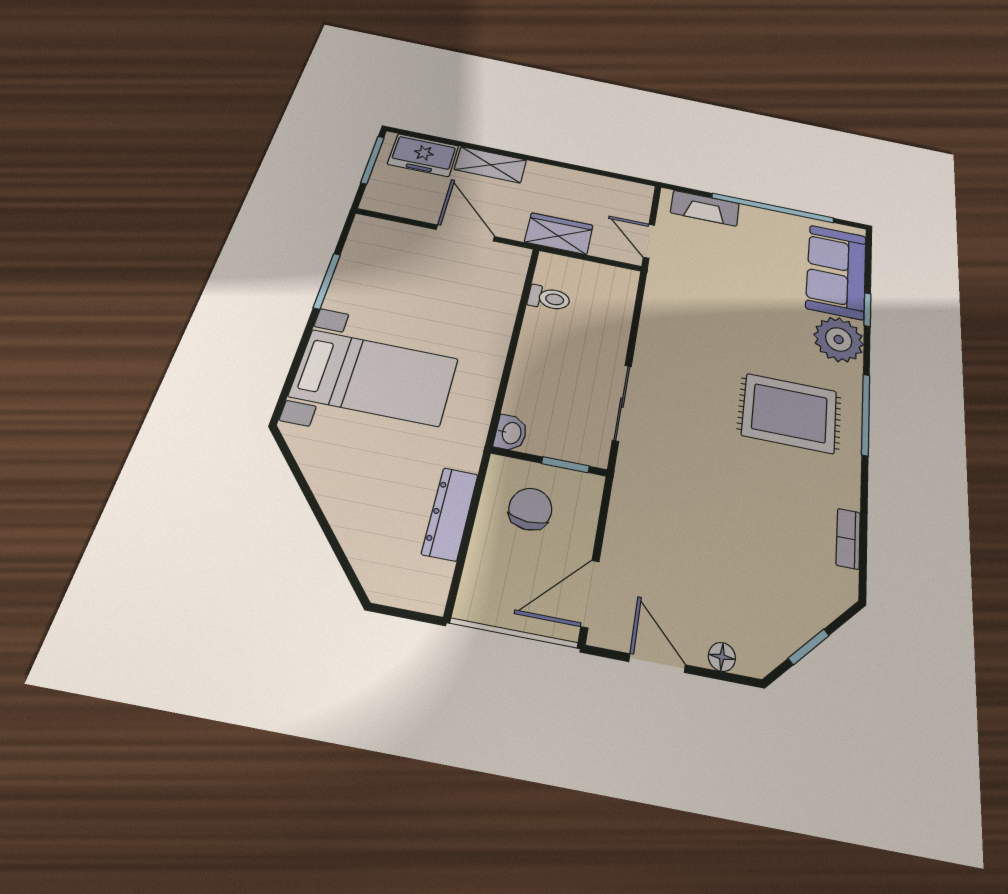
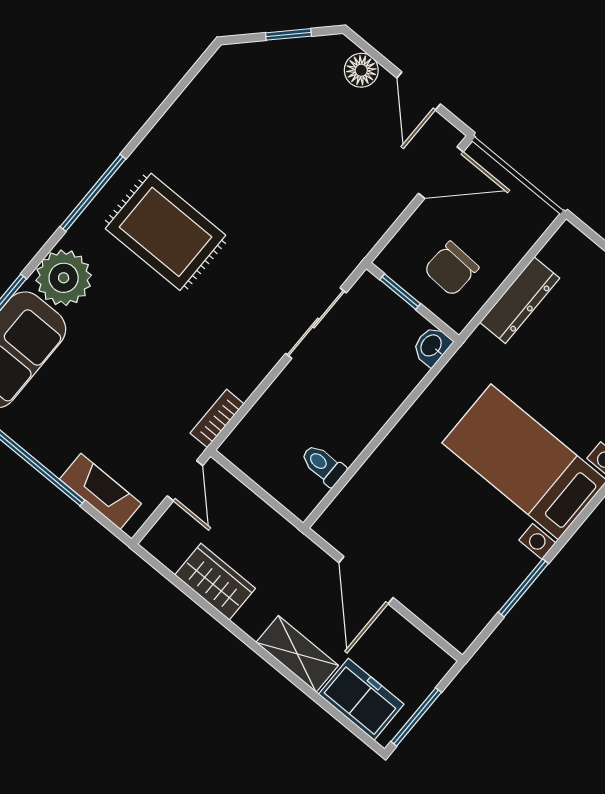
wardrobe: (559, 234) -> (215, 582), moved, turned 180
bookcase: (848, 539) -> (217, 418), moved, turned 180
floor lamp: (722, 657) -> (361, 70), width x1.37, depth x1.37

